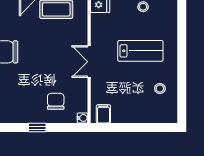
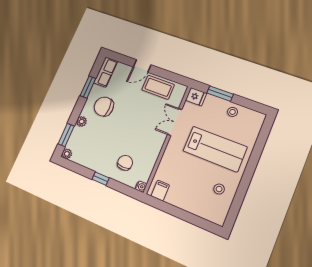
lab bench: (140, 51) -> (215, 149), width x1.36, depth x1.39
double door: (89, 62) -> (175, 122), moved

